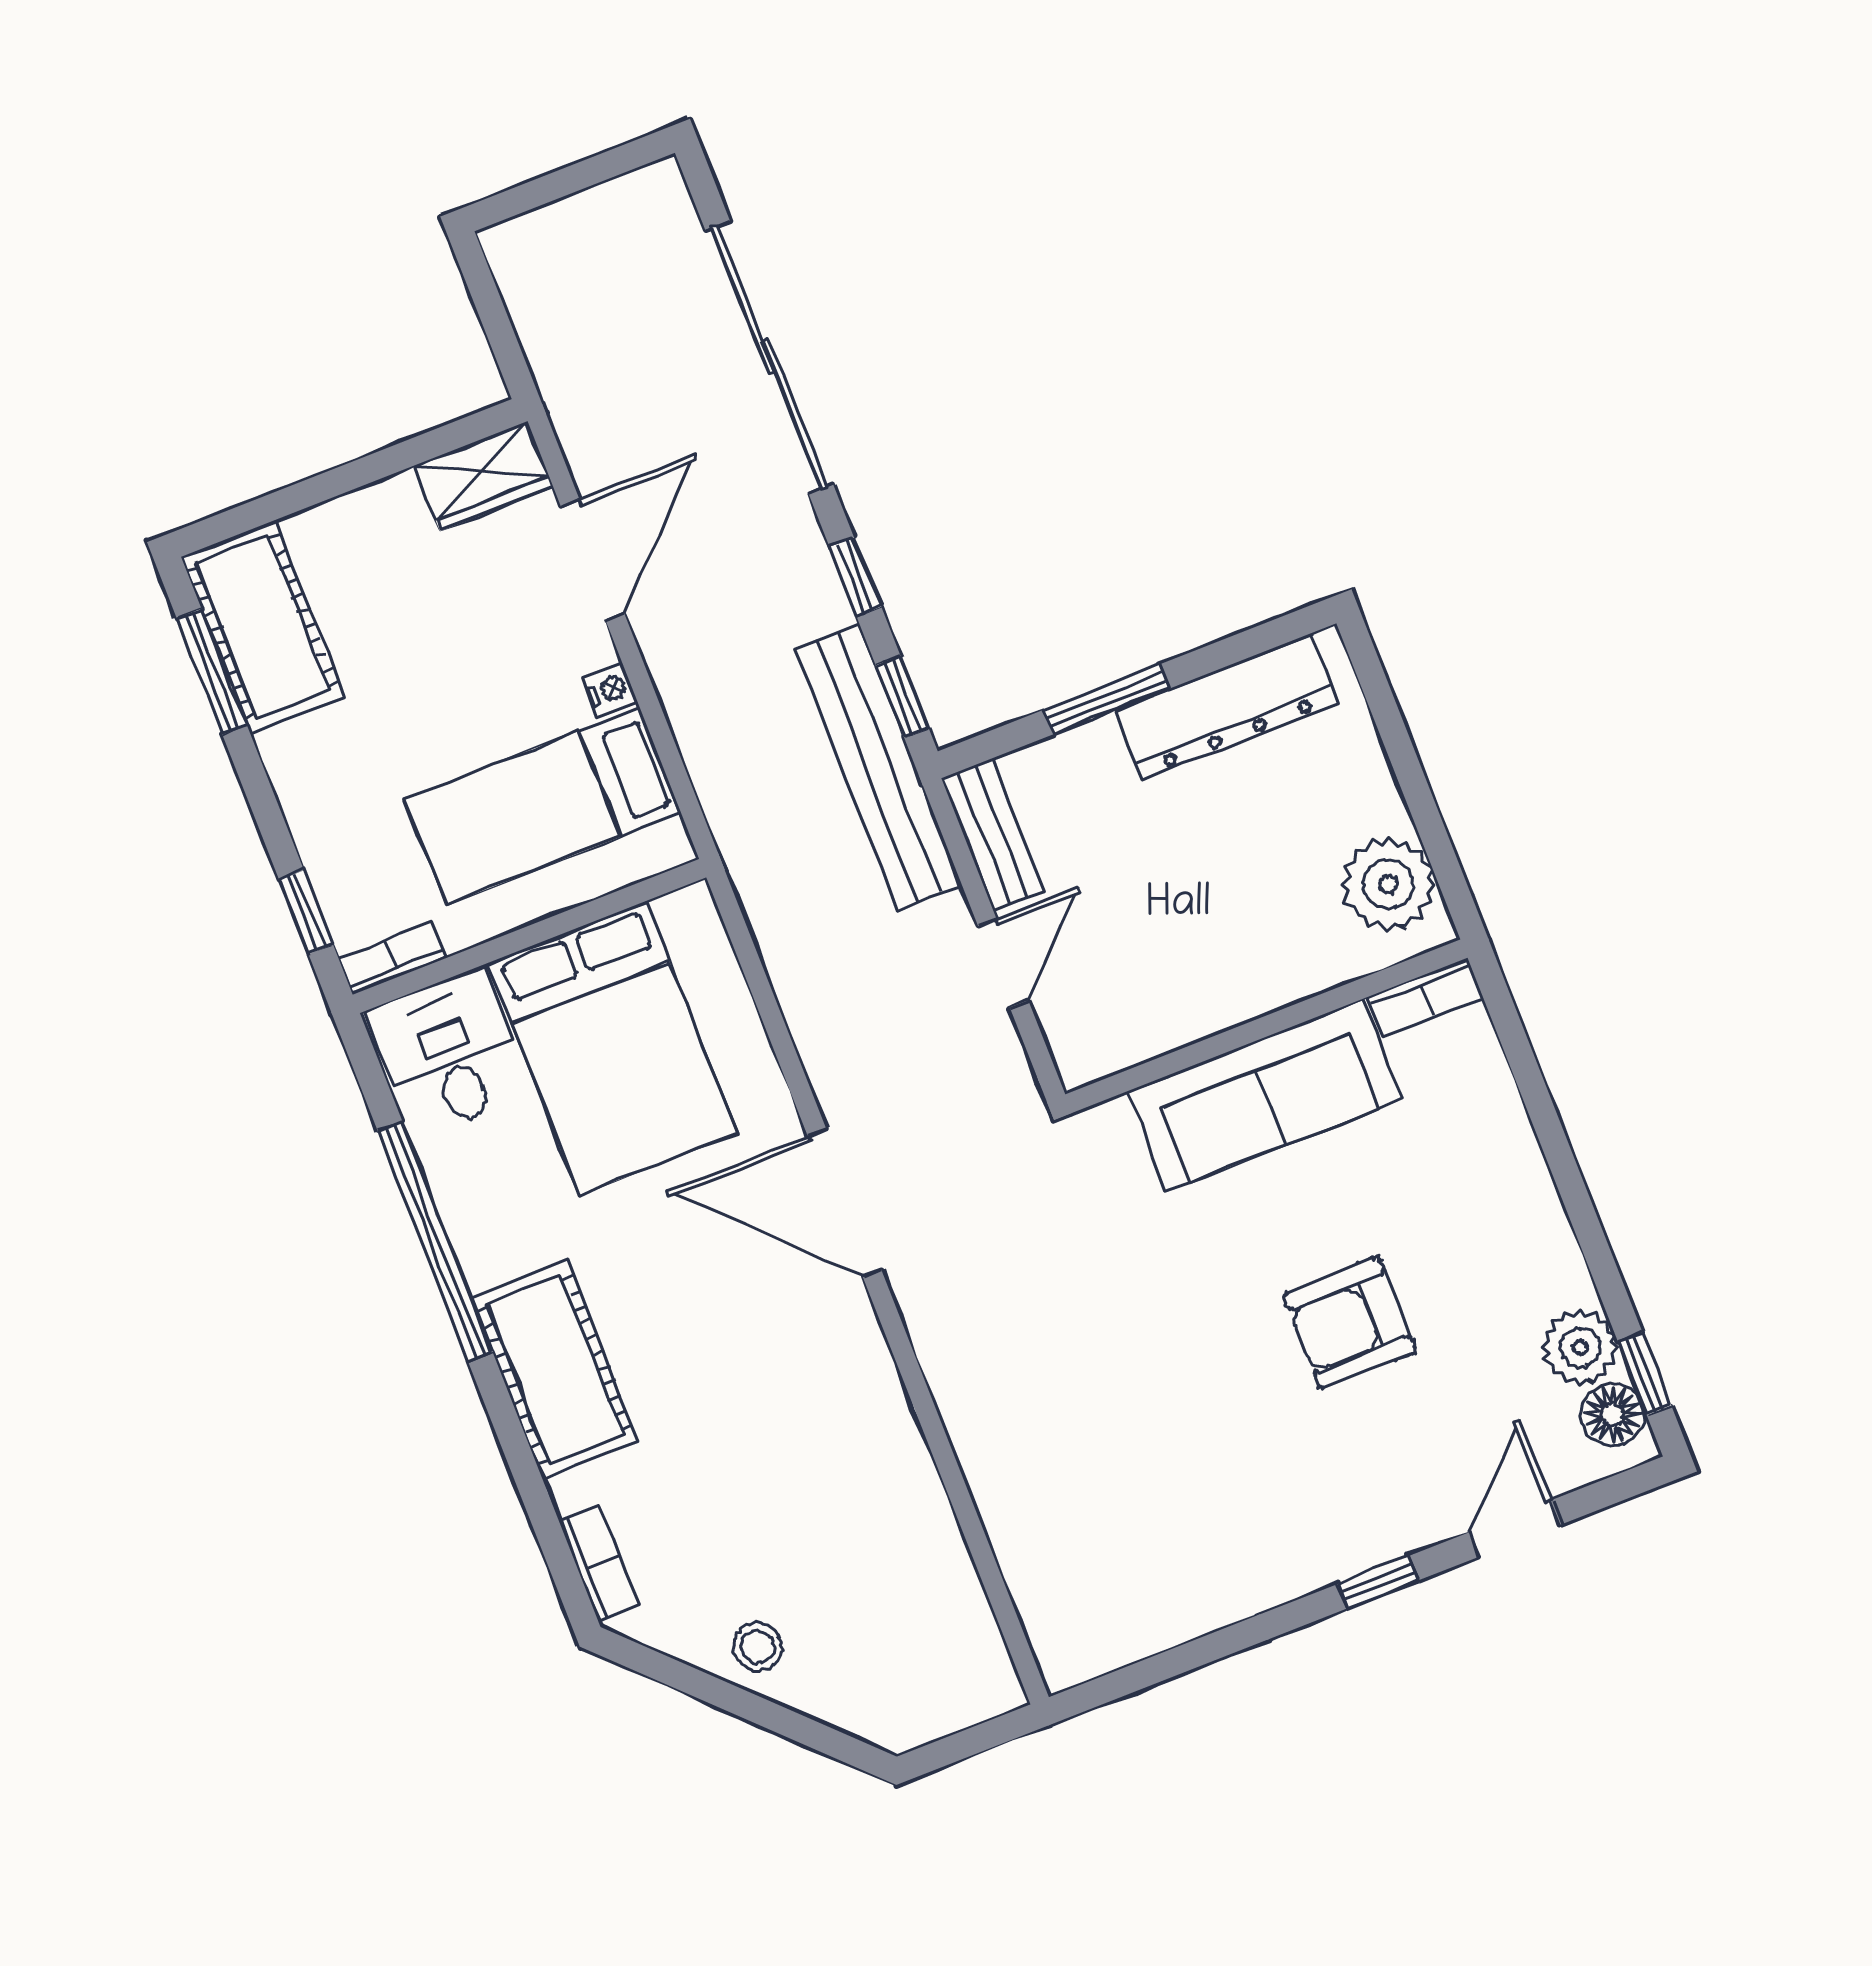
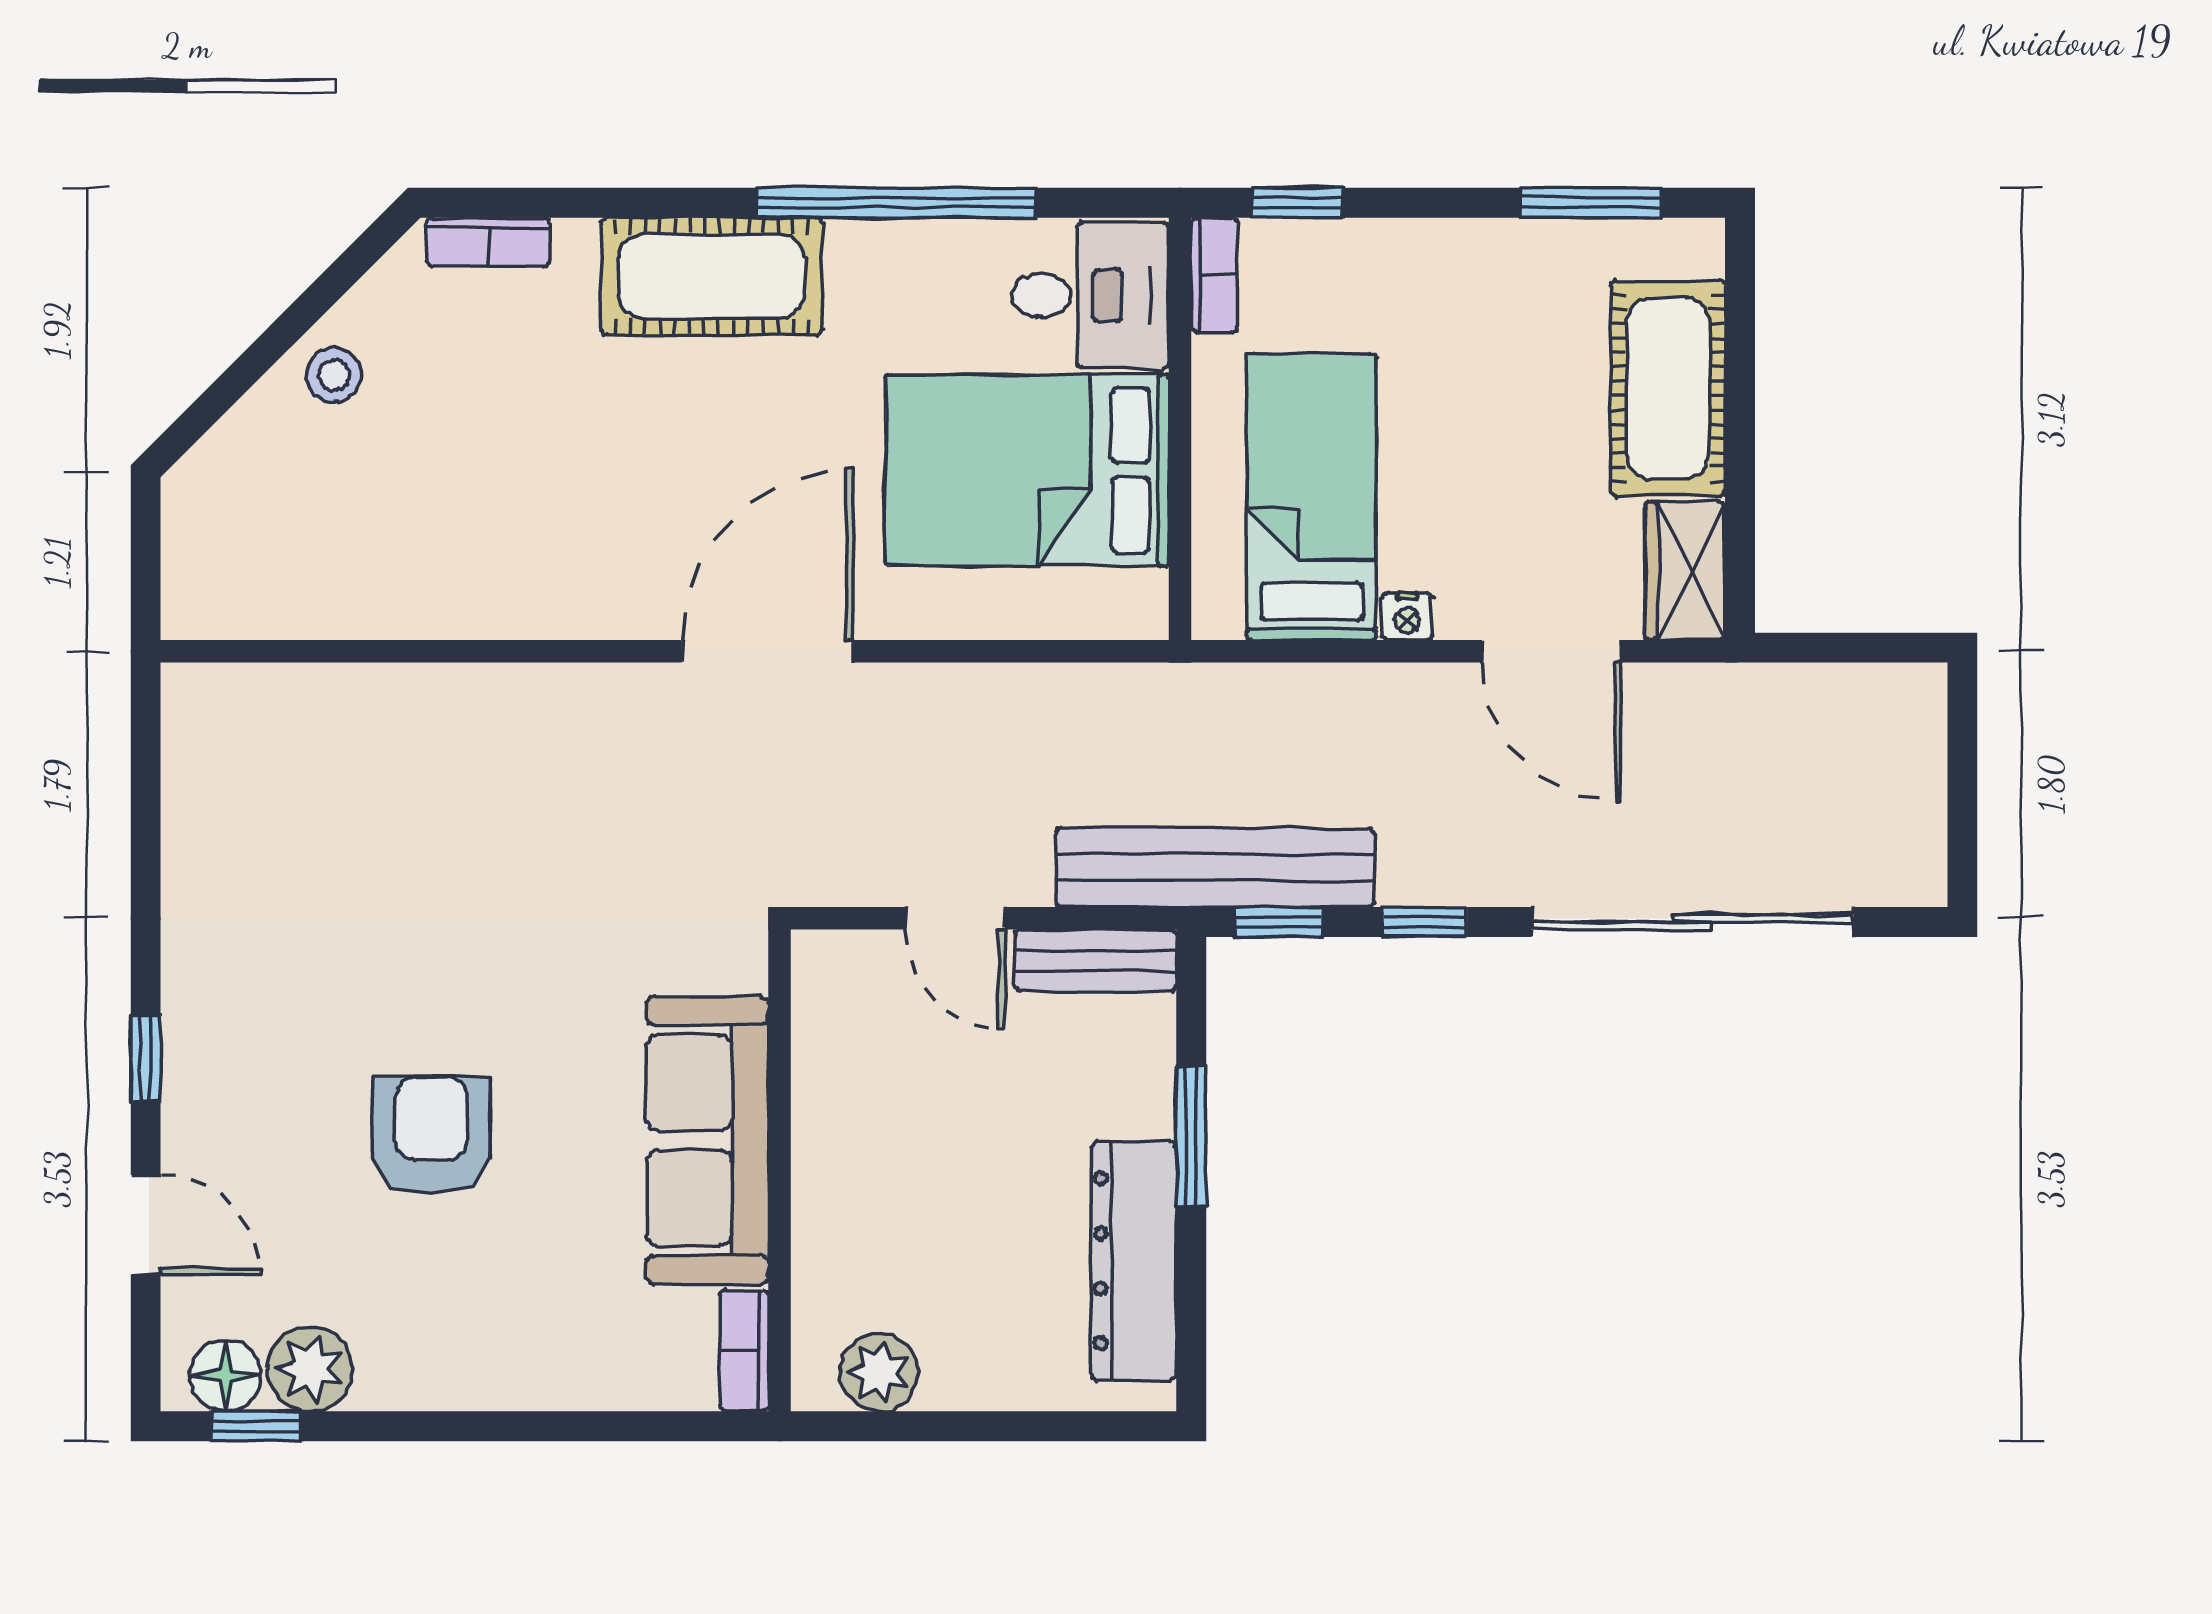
cot: (263, 627) -> (1668, 388), moved, turned 90
plant: (1388, 884) -> (879, 1372), width x0.73, depth x0.73

